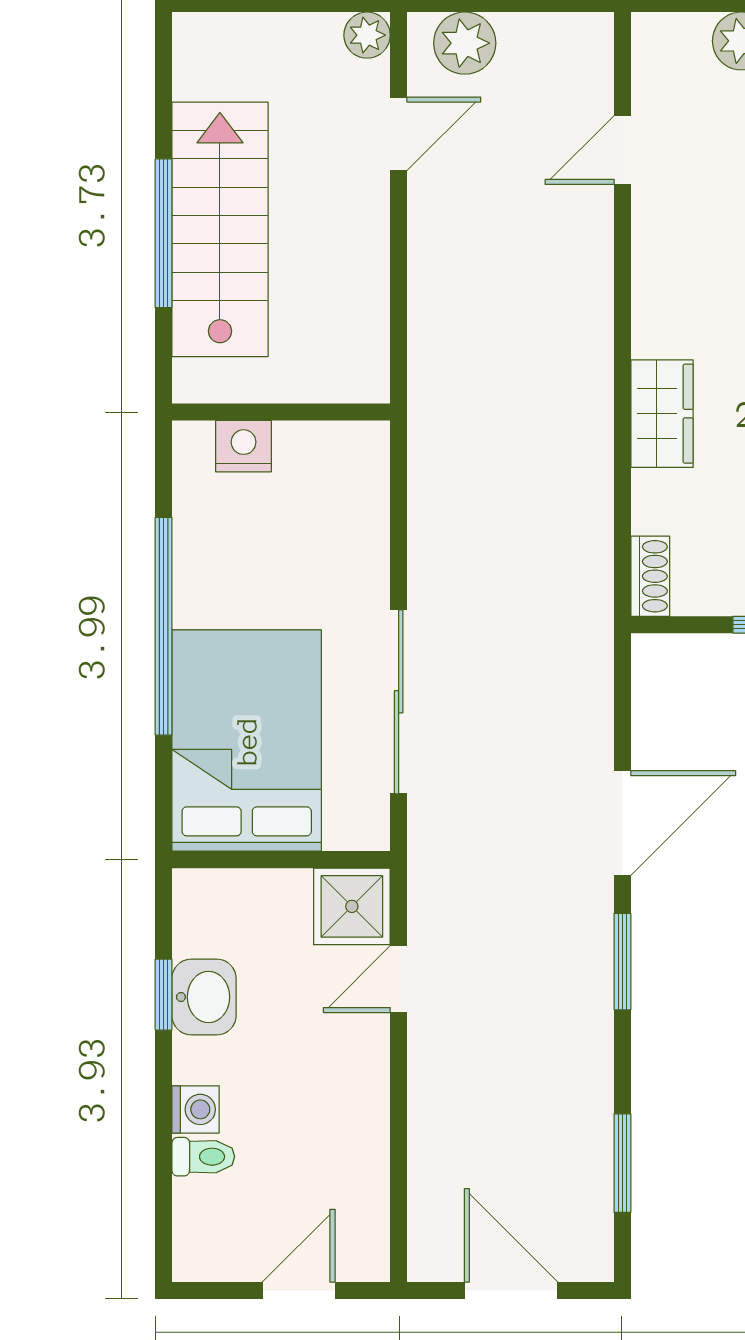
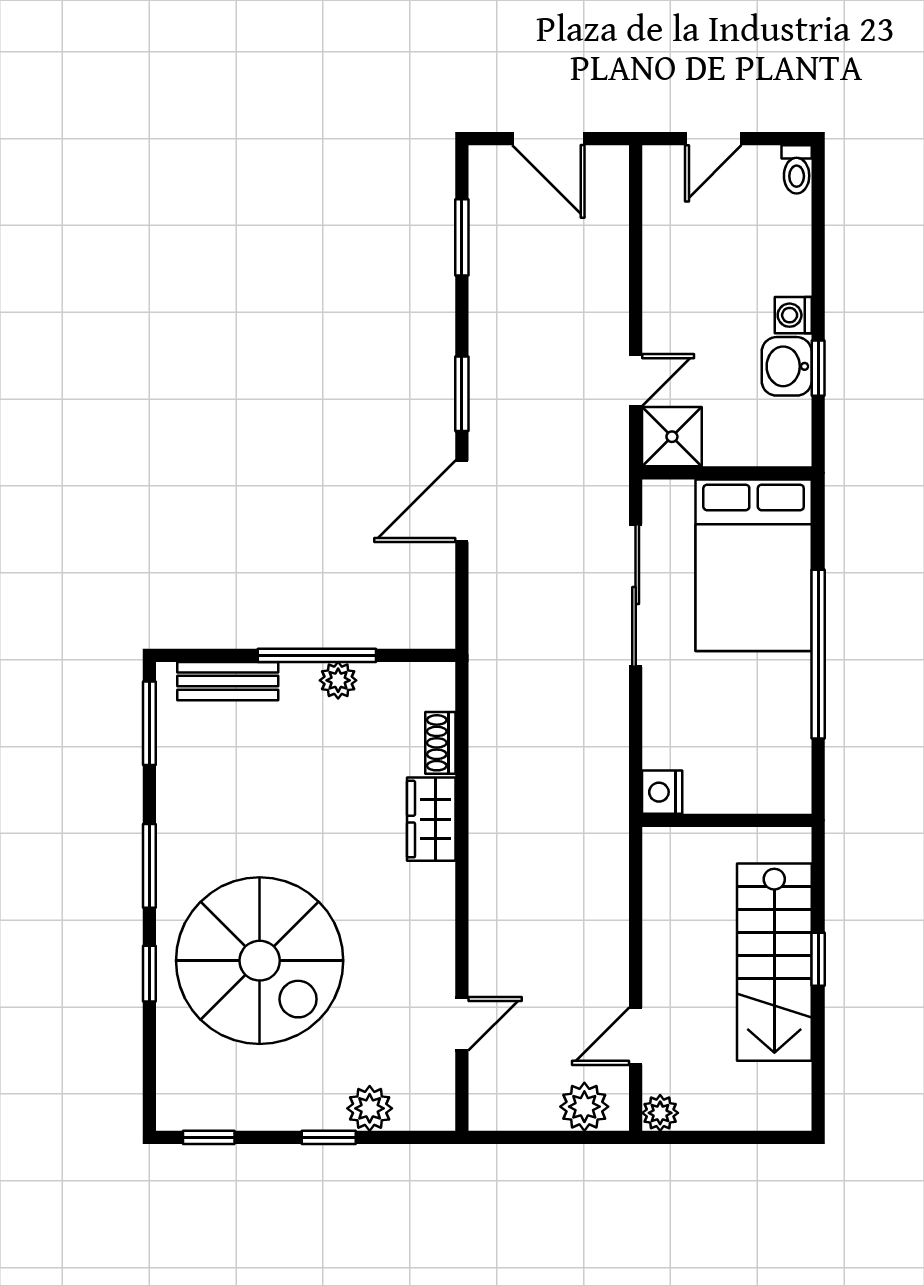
window: (164, 233) -> (818, 959), width x0.46
nightstand: (244, 446) -> (662, 792), moved, turned 90
shoe rack: (650, 576) -> (440, 743), moved
washing machine: (196, 1109) -> (793, 315), moved
toilet: (203, 1157) -> (797, 169), moved, turned -90

